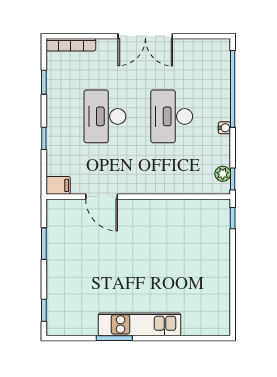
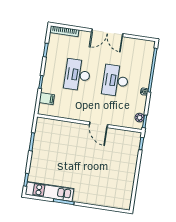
filing cabinet: (58, 185) -> (47, 99), moved
door: (102, 197) -> (99, 125), moved
kitchen unit: (139, 324) -> (50, 192), moved

